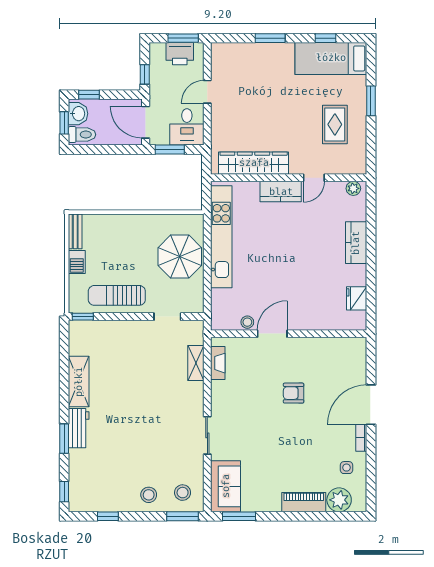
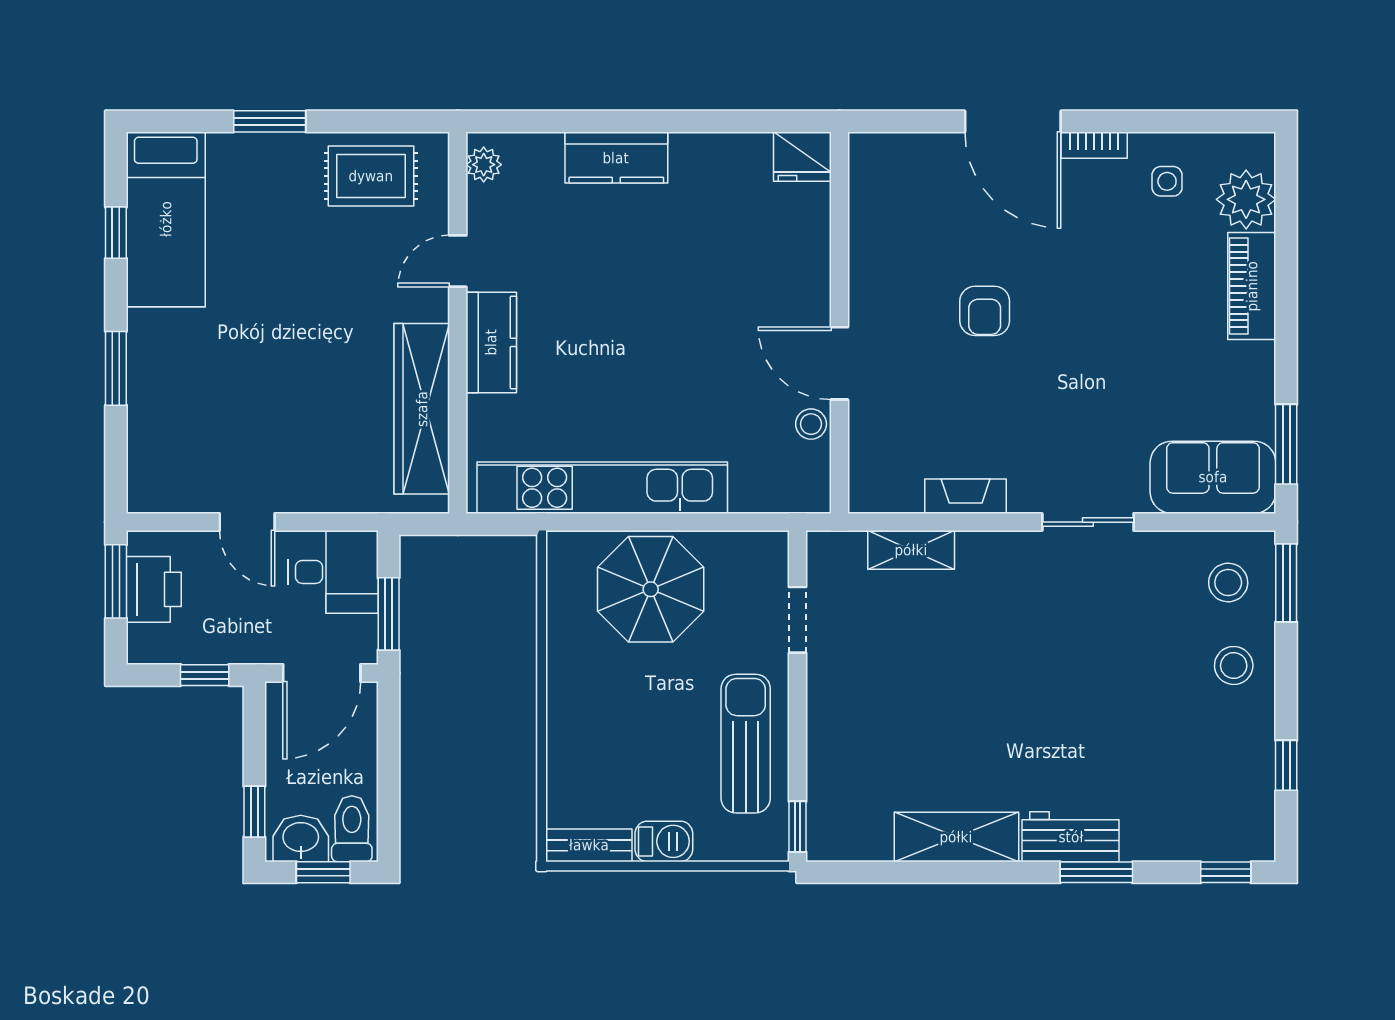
rug: (335, 124) -> (371, 176), moved
door: (314, 178) -> (458, 261), swing flipped
sun lounger: (117, 295) -> (746, 744), turned 180
fridge: (357, 298) -> (802, 157), moved
fireplace: (218, 363) -> (966, 496), moved

